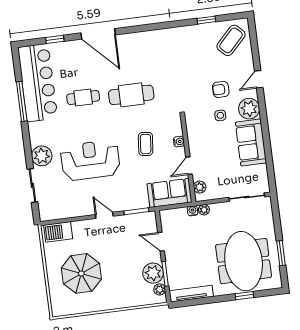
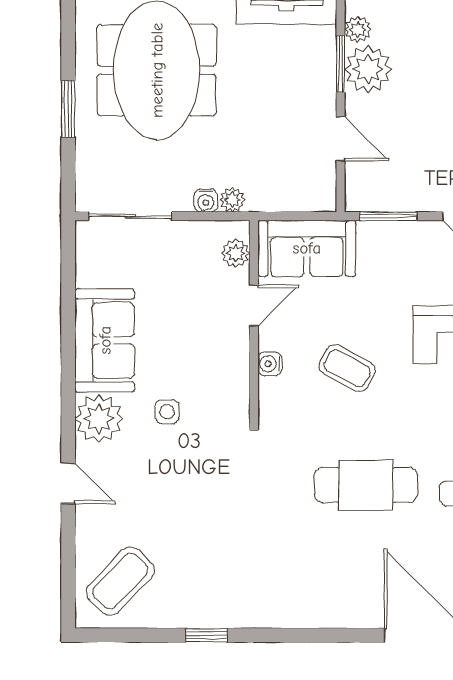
window: (206, 20) -> (207, 635), moved
door: (259, 79) -> (68, 484), hinge flipped
armchair: (221, 89) -> (159, 471), removed
coffee table: (146, 144) -> (347, 368), turned -68
water cooler: (193, 211) -> (206, 201), moved
window: (281, 253) -> (68, 109), moved

